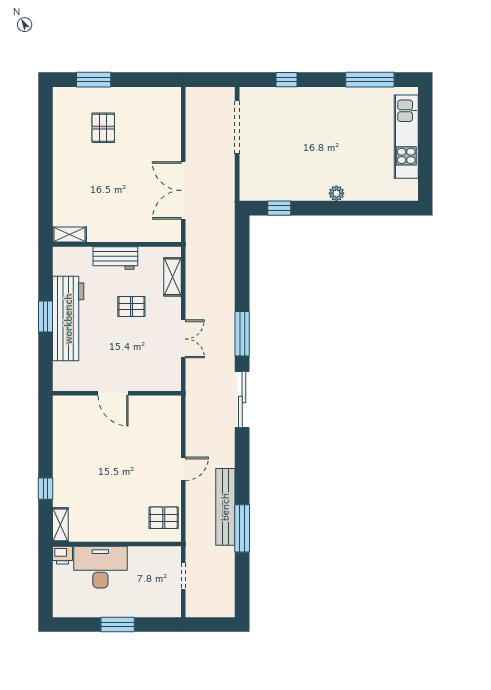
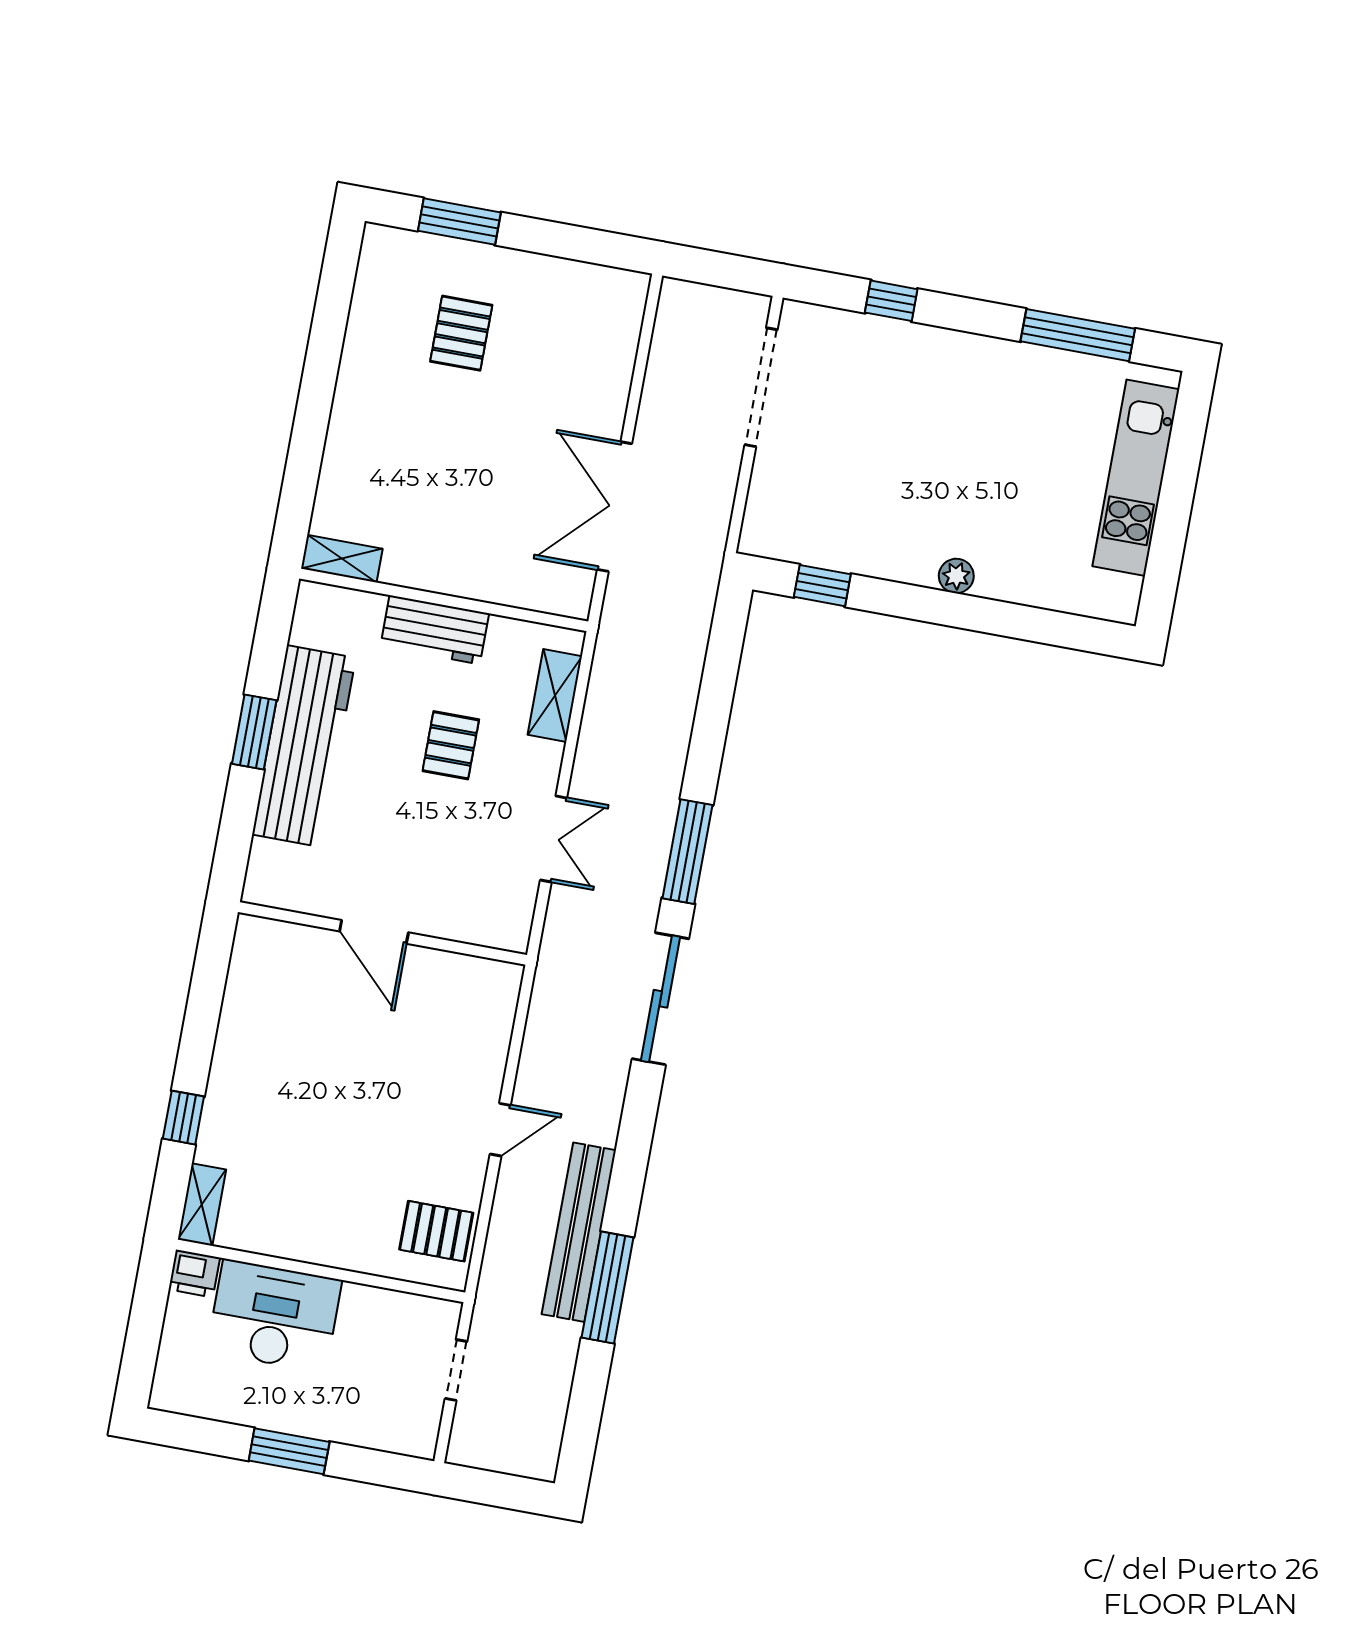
pallet: (131, 307) -> (451, 745), turned 90

